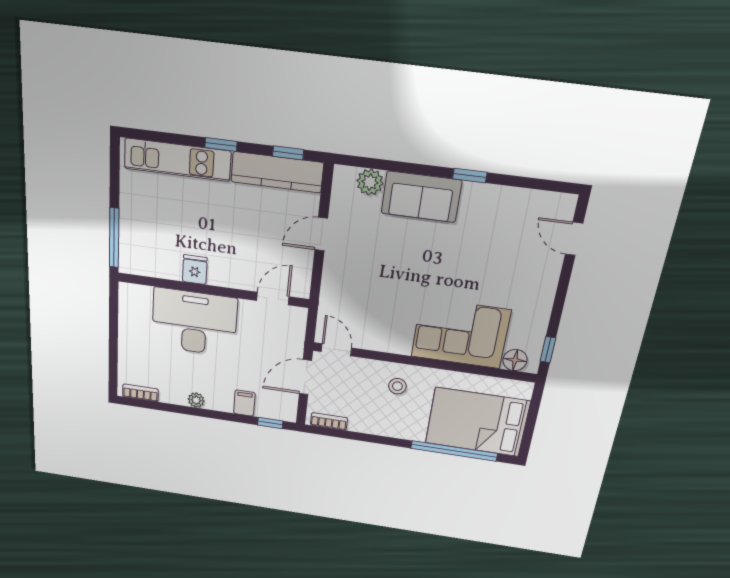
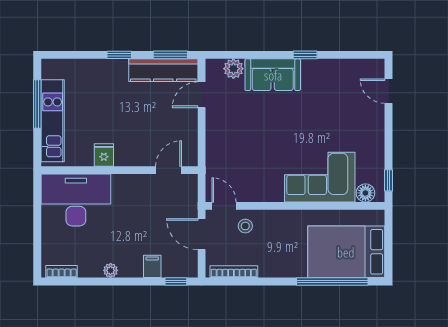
window: (288, 153) -> (170, 55), width x1.50
kitchen unit: (177, 160) -> (53, 121), moved, turned -90
door: (321, 234) -> (202, 95), moved
window: (114, 238) -> (37, 104), moved
desk: (194, 322) -> (76, 200), moved
door: (306, 377) -> (202, 234), hinge flipped
stool: (397, 386) -> (245, 226), moved
bookcase: (329, 421) -> (234, 272), width x1.56

